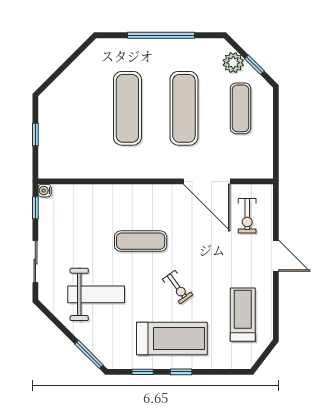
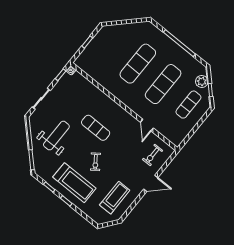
door: (207, 181) -> (147, 125), width x0.53
door: (276, 256) -> (151, 183), hinge flipped
weight bench: (96, 294) -> (56, 136), turned -90

